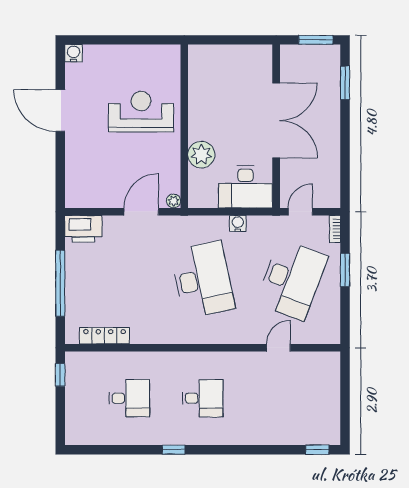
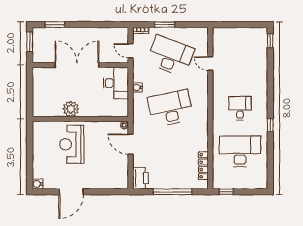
plant: (201, 155) -> (71, 109), moved
desk: (129, 398) -> (240, 151), width x1.87, depth x1.30

